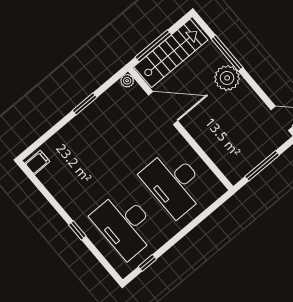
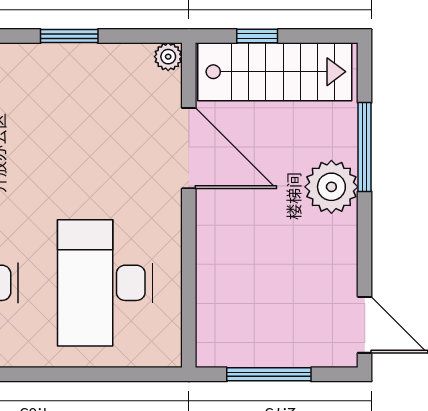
window: (153, 46) -> (257, 36), width x0.46

